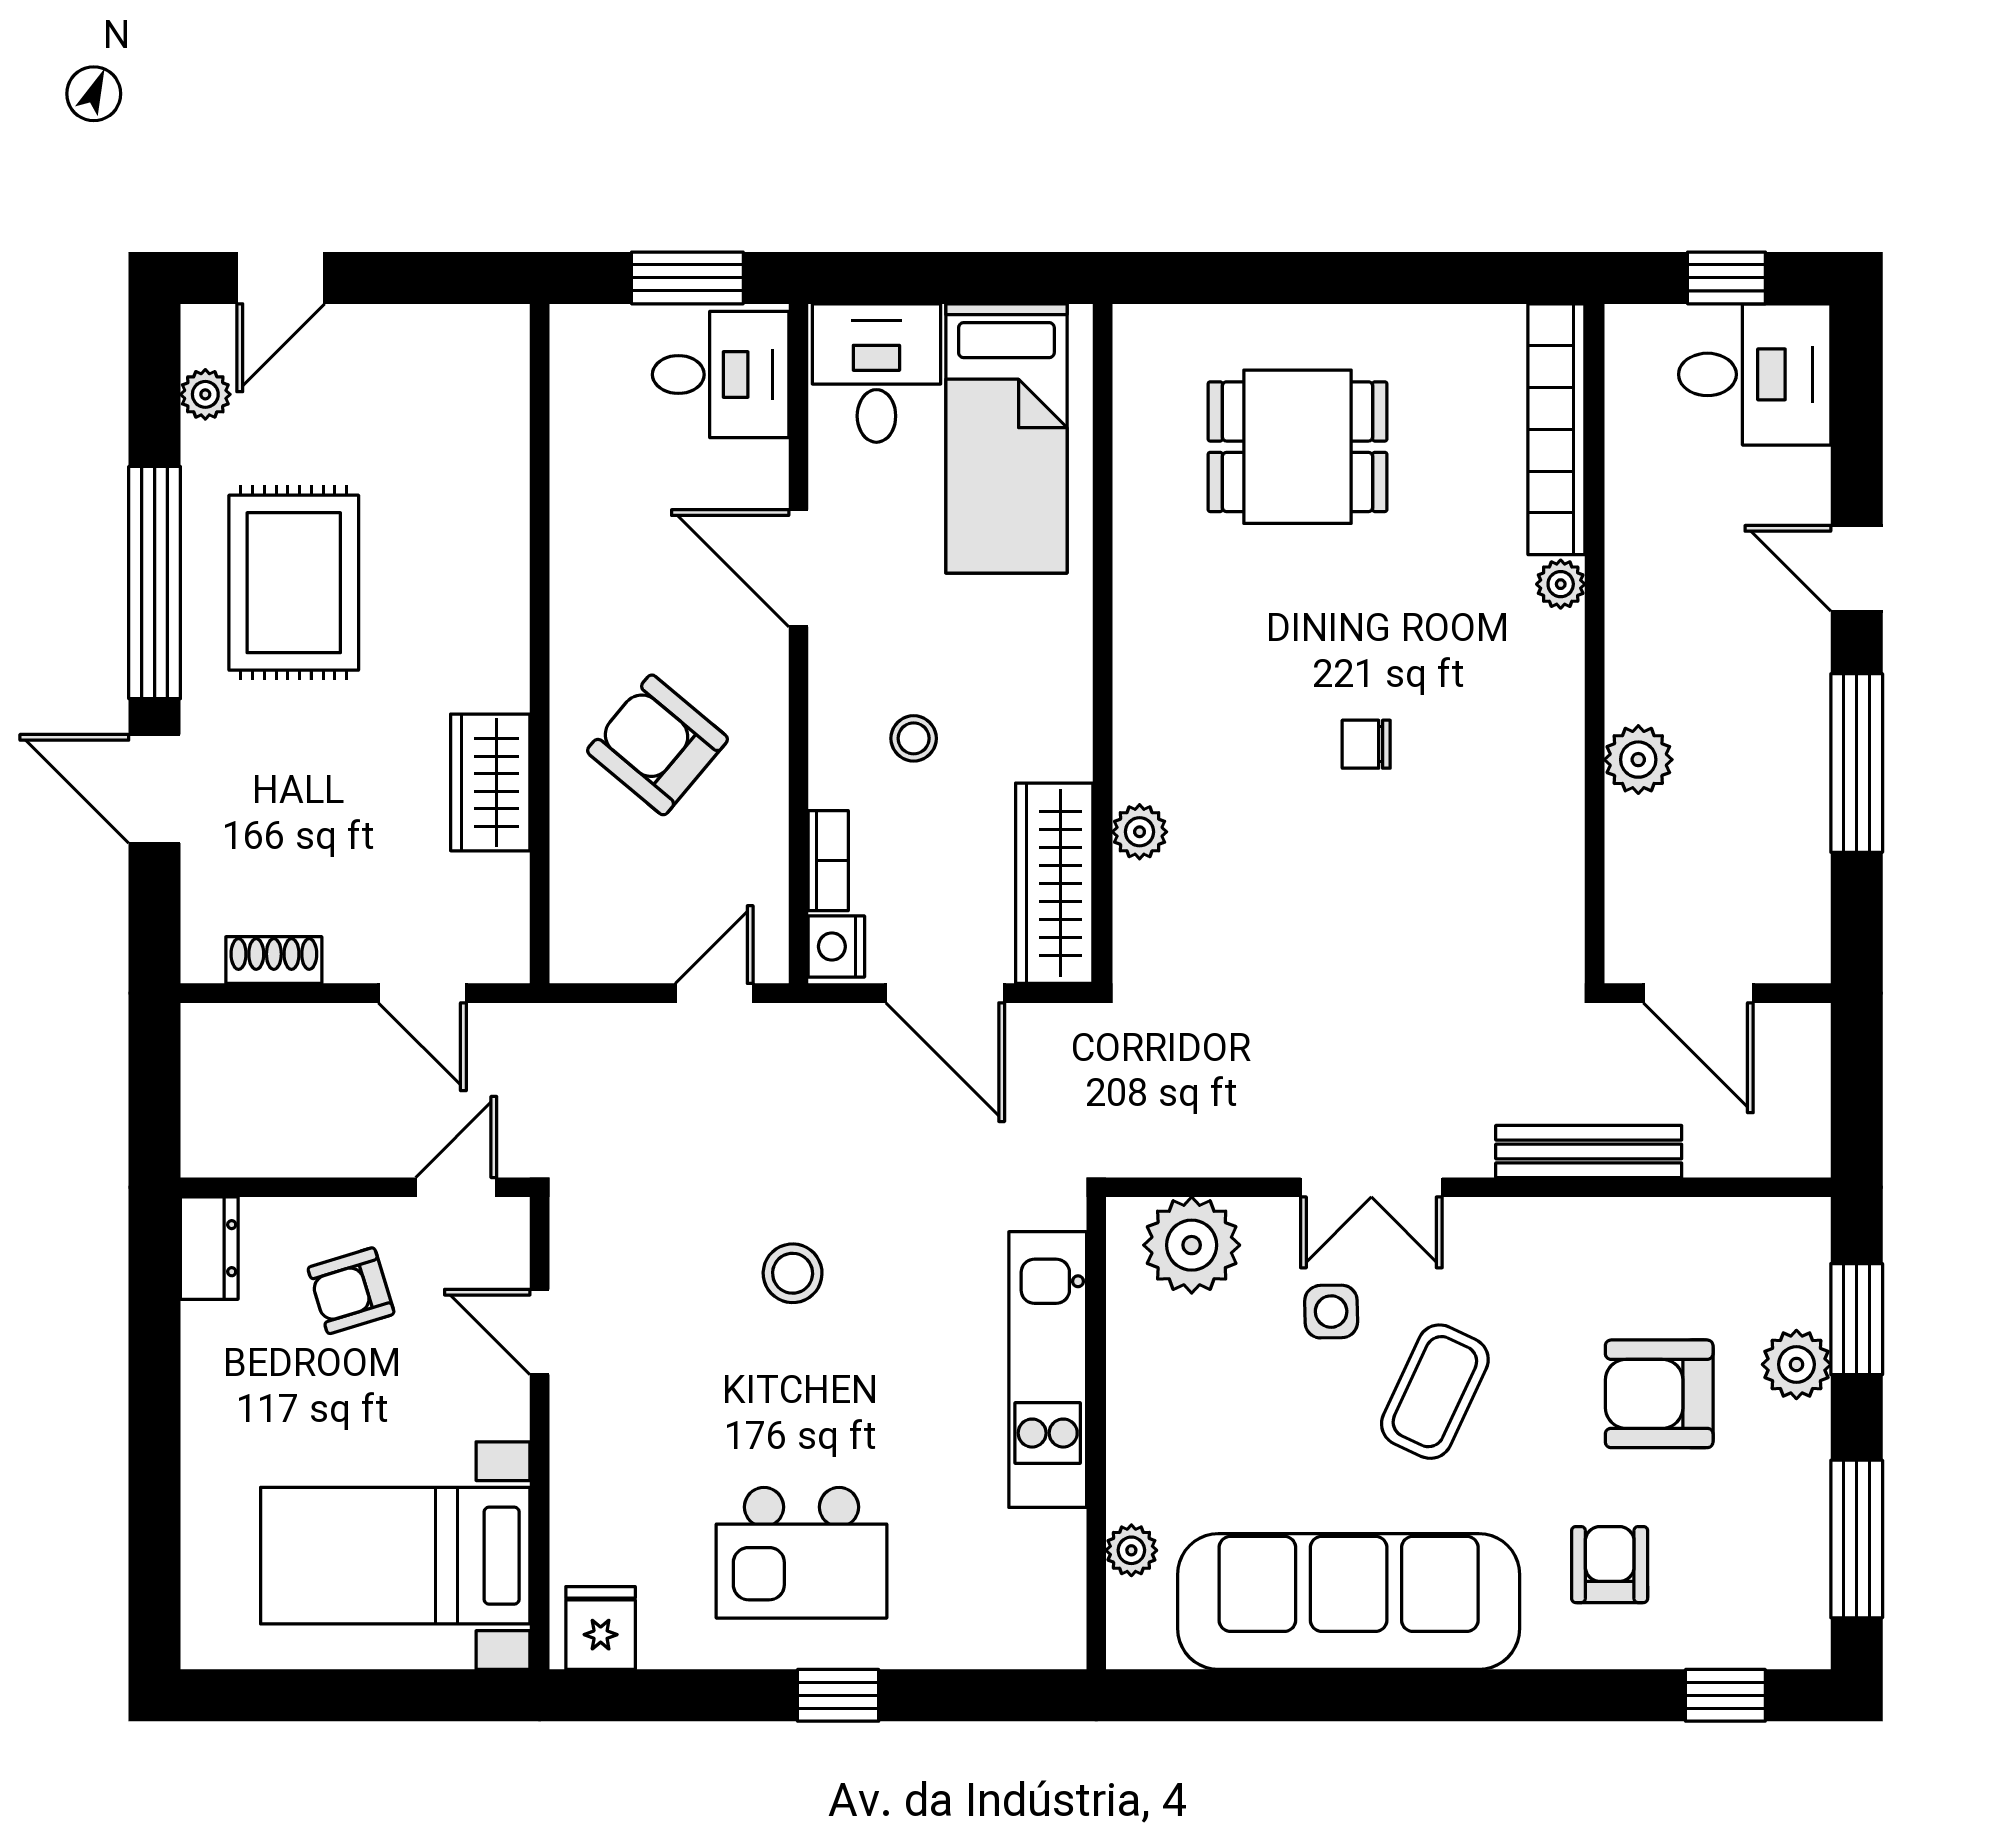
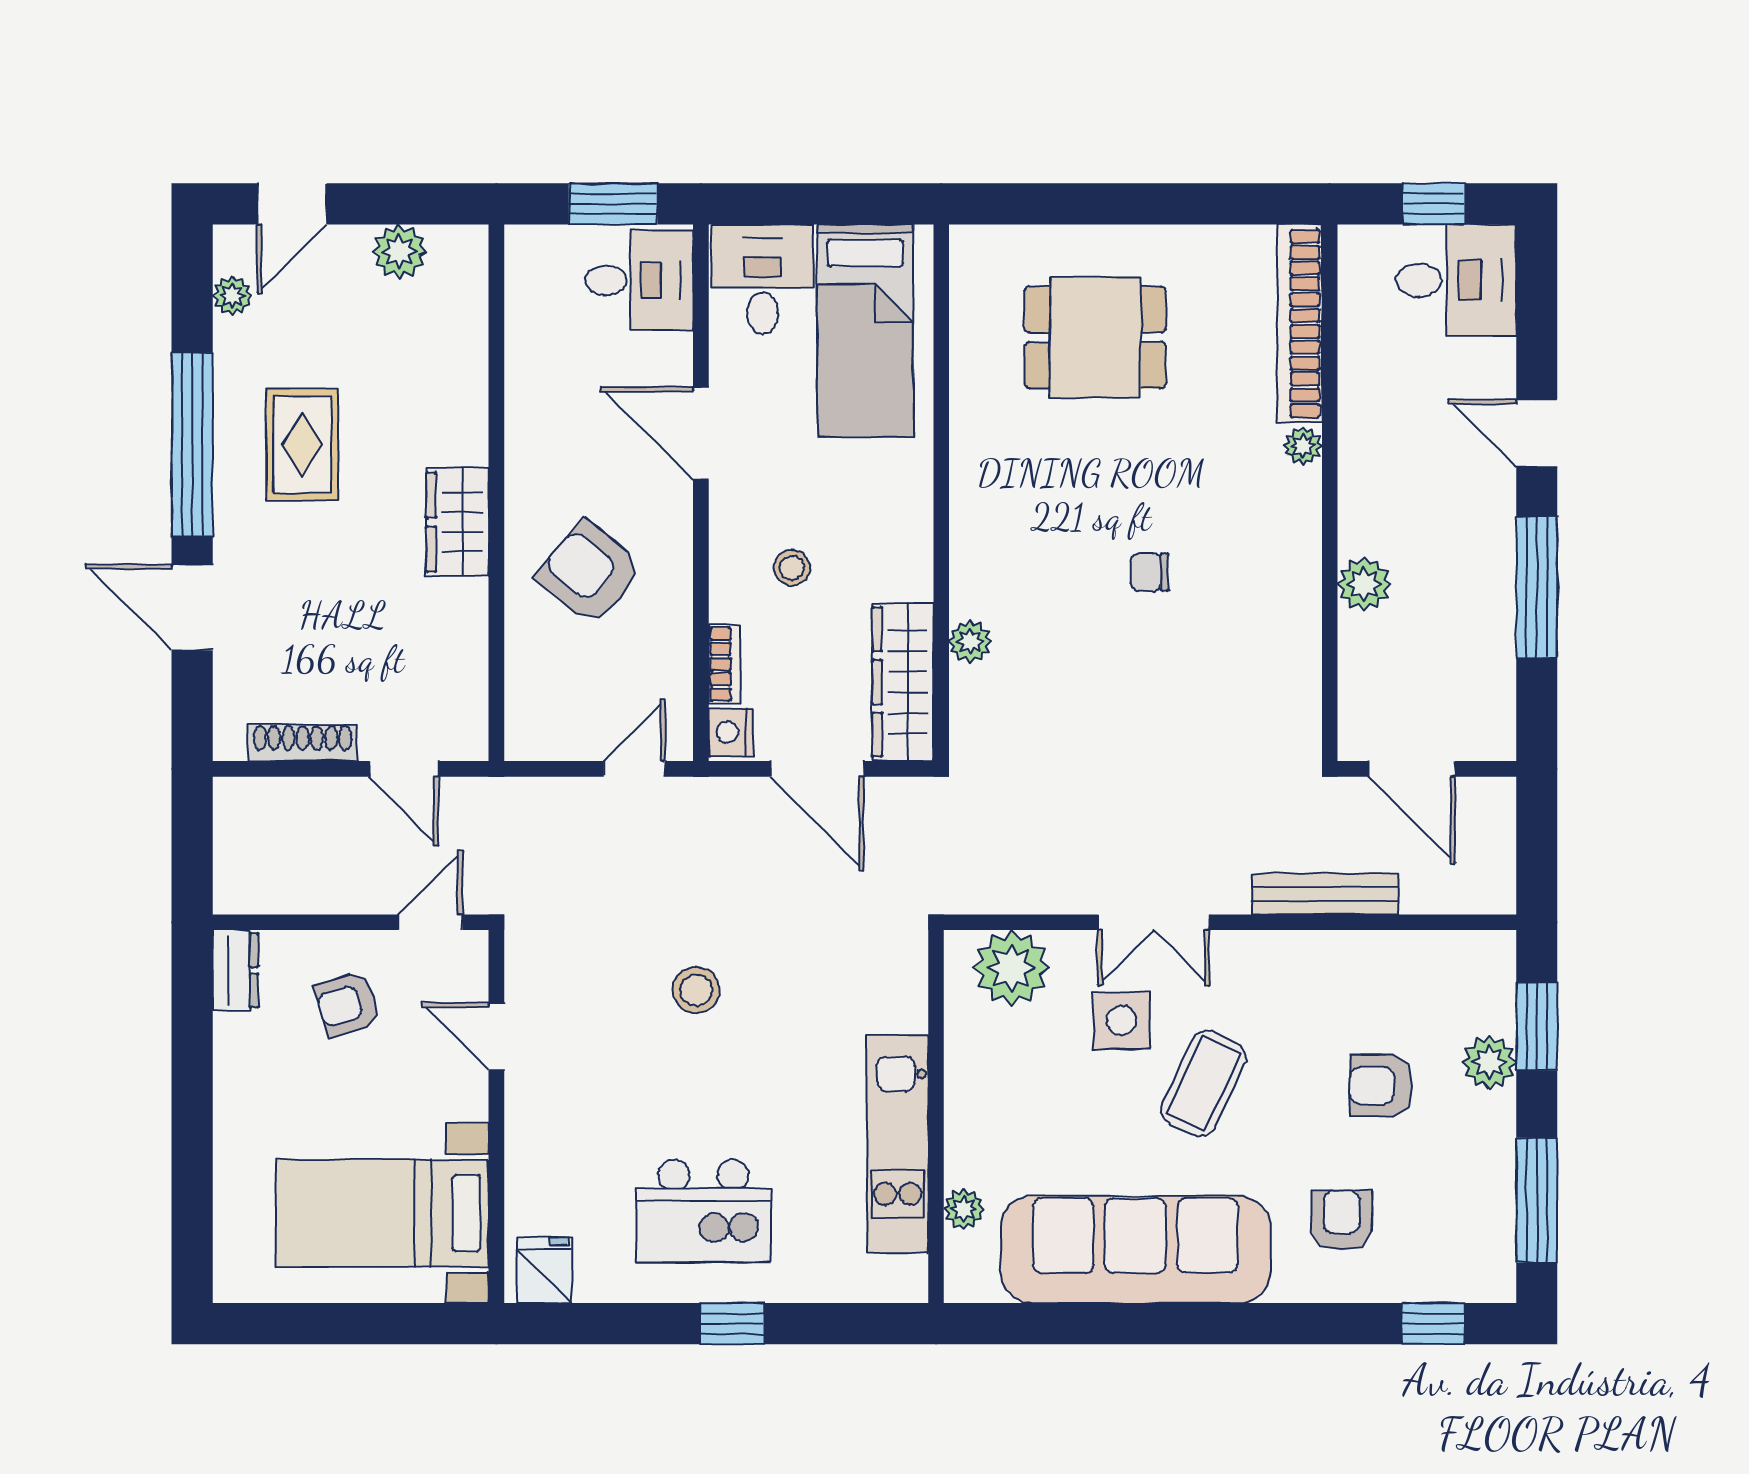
plant: (417, 338) -> (399, 251), added
rug: (294, 583) -> (302, 445), width x0.73, depth x0.70
wardrobe: (490, 782) -> (457, 522), moved
shoe rack: (274, 960) -> (303, 743), width x1.43
side table: (1331, 1312) -> (1122, 1020), width x1.37, depth x1.37
kitchen unit: (1048, 1370) -> (898, 1144), moved
armchair: (1659, 1394) -> (1381, 1085), width x0.72, depth x0.72

